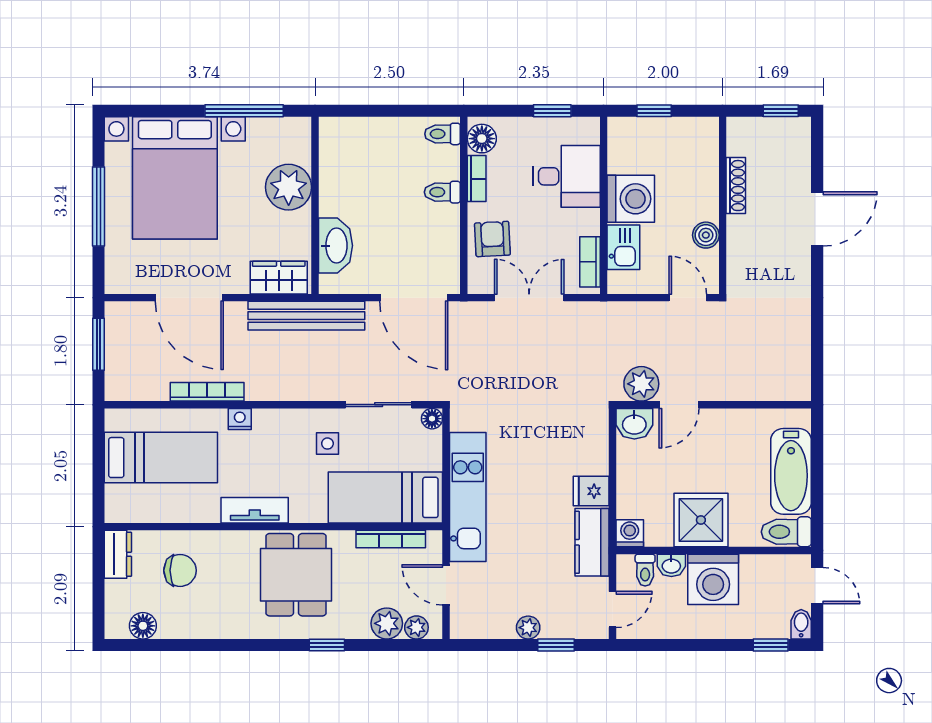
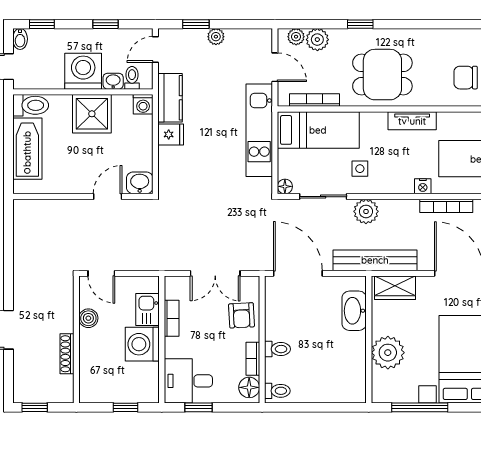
desk: (567, 176) -> (188, 381), moved
bookcase: (590, 262) -> (172, 318), moved
plant: (641, 384) -> (366, 211), moved
dining table: (296, 575) -> (382, 75), turned 90
window: (682, 645) -> (106, 24), added

